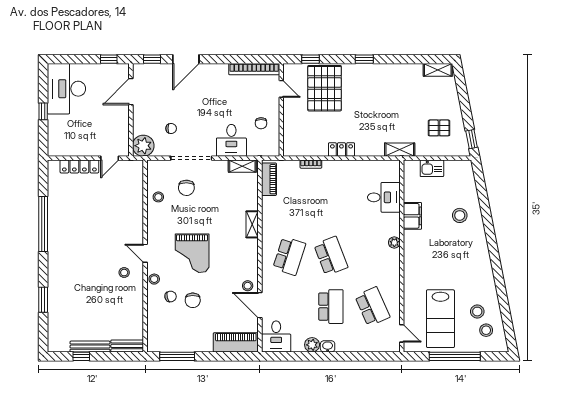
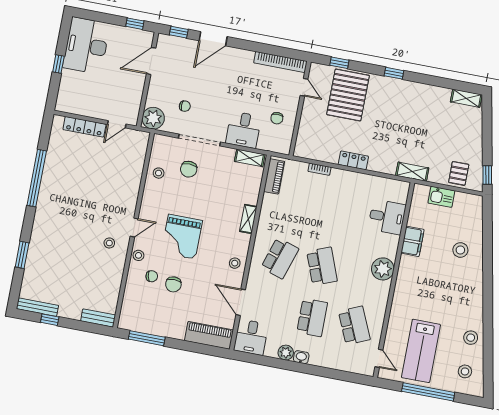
pallet: (439, 128) -> (459, 173), moved, turned 90
plant: (394, 243) -> (383, 269), width x1.88, depth x1.88
door: (145, 253) -> (134, 228), swing flipped
stool: (248, 286) -> (235, 263), moved
stool: (477, 312) -> (471, 338), moved
bench: (90, 347) -> (37, 307), moved

